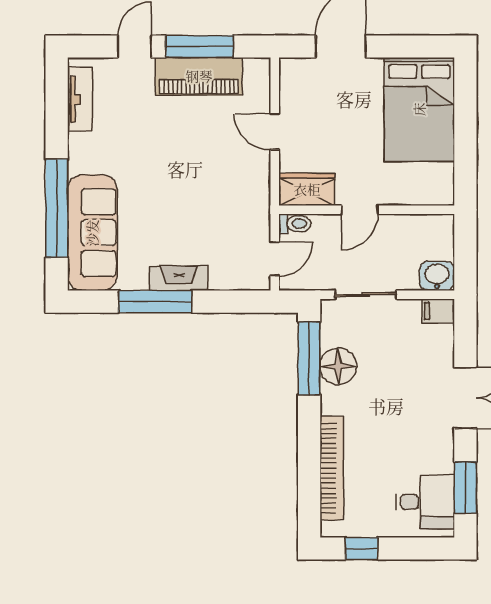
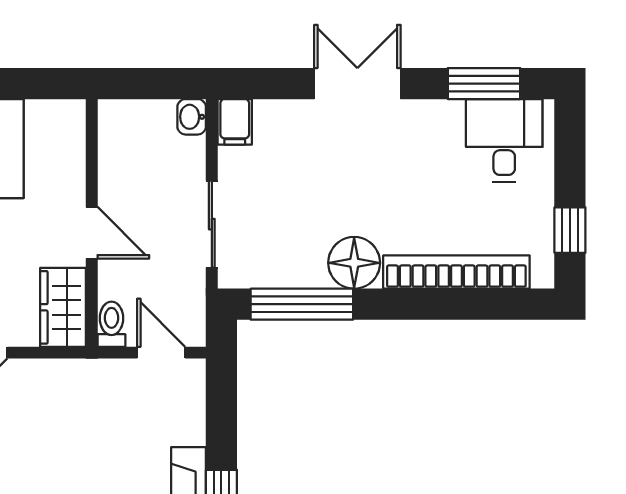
washbasin: (437, 276) -> (192, 117), width x0.72, depth x0.69
floor lamp: (338, 366) -> (354, 263), moved

